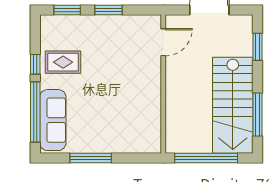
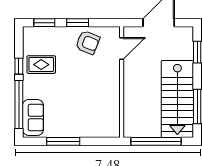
armchair: (121, 35) -> (88, 42), added
sofa: (53, 120) -> (33, 117), width x0.73

